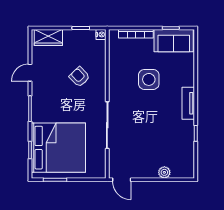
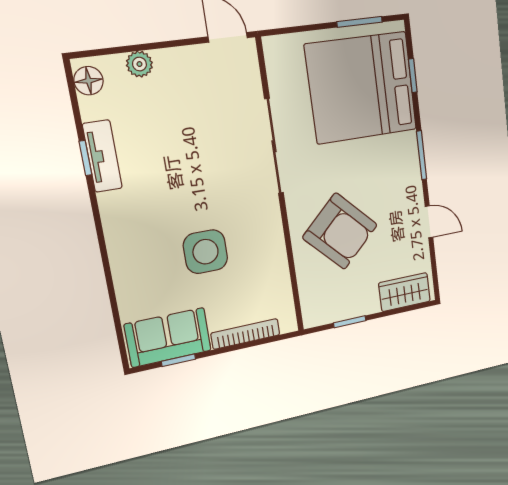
nightstand: (101, 34) -> (311, 318), removed
door: (30, 73) -> (429, 222), hinge flipped
armchair: (79, 77) -> (340, 231), width x1.88, depth x1.88
tv unit: (188, 103) -> (102, 156), moved
floor lamp: (188, 168) -> (89, 81), added

